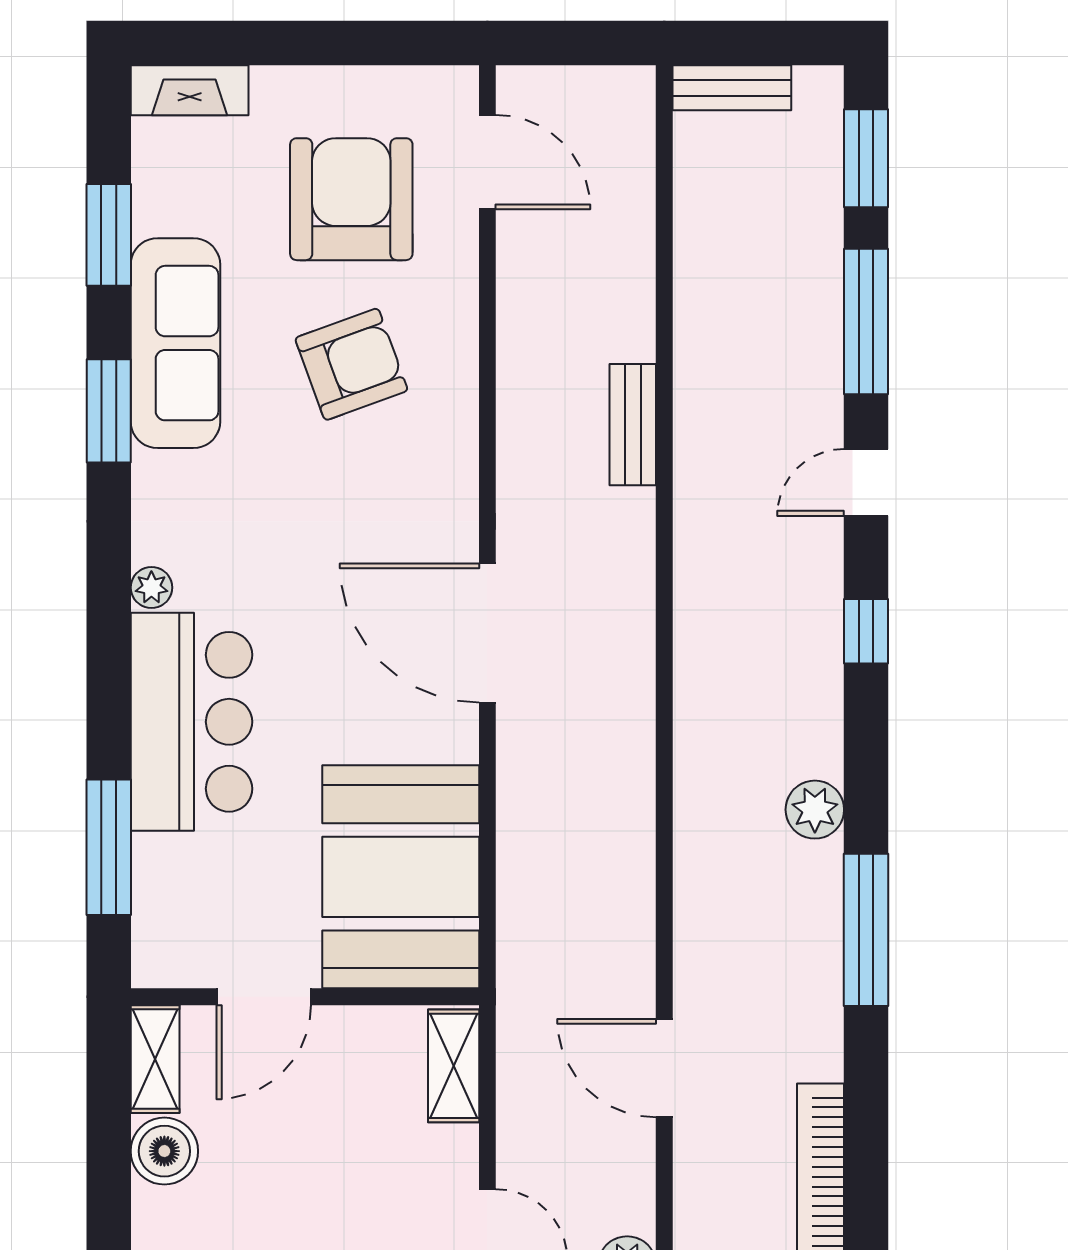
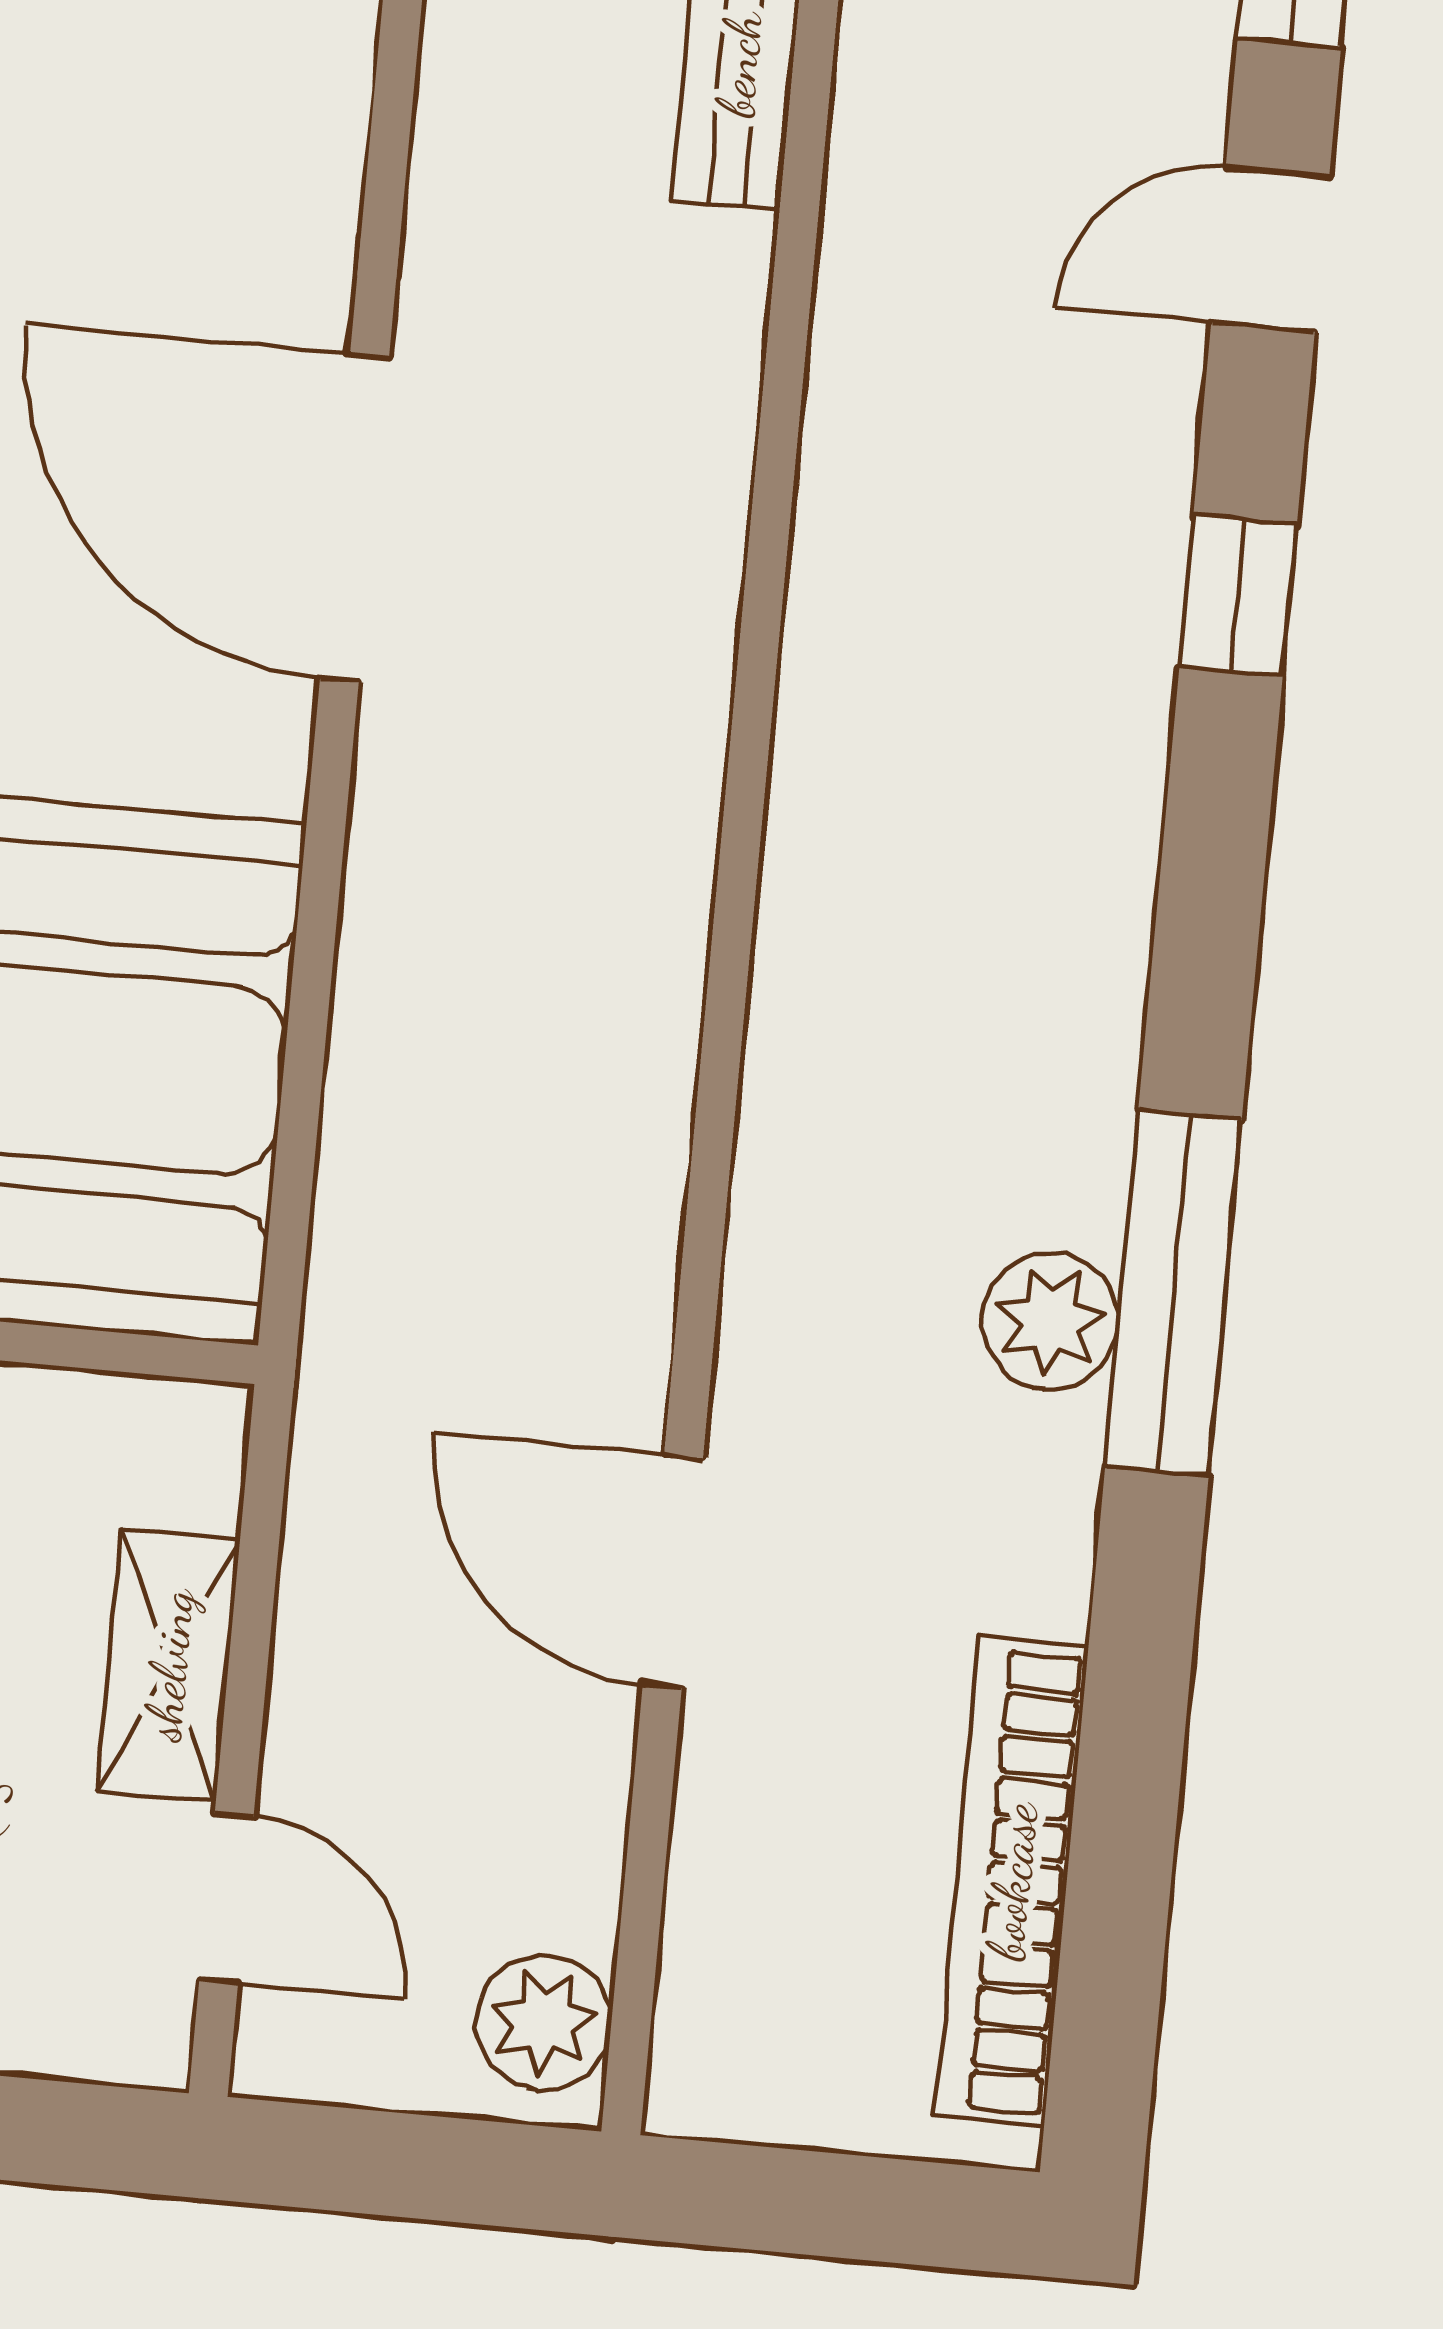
plant: (815, 810) -> (1050, 1321), moved
shelving: (454, 1066) -> (169, 1665), moved

